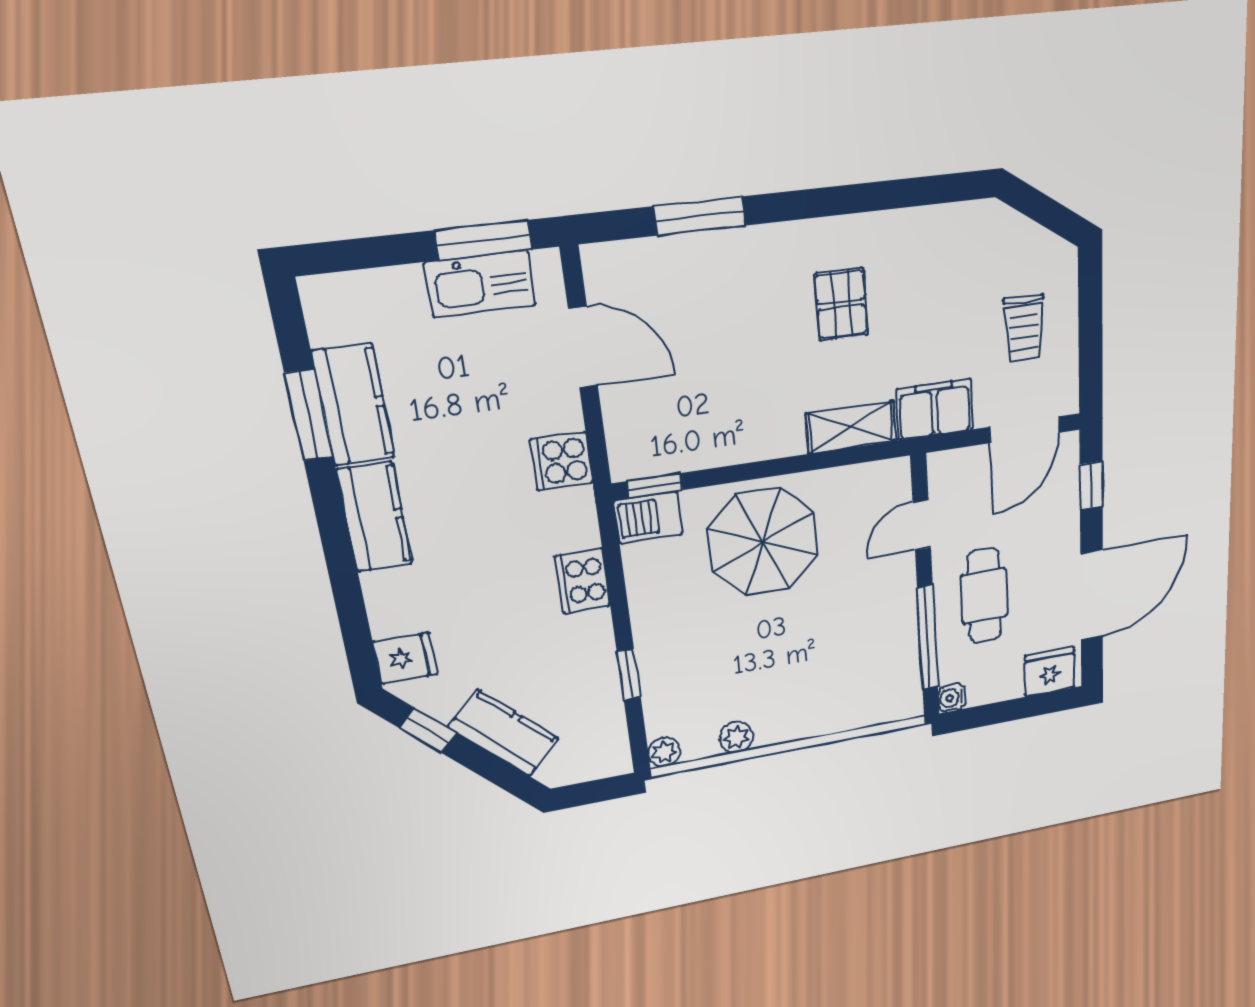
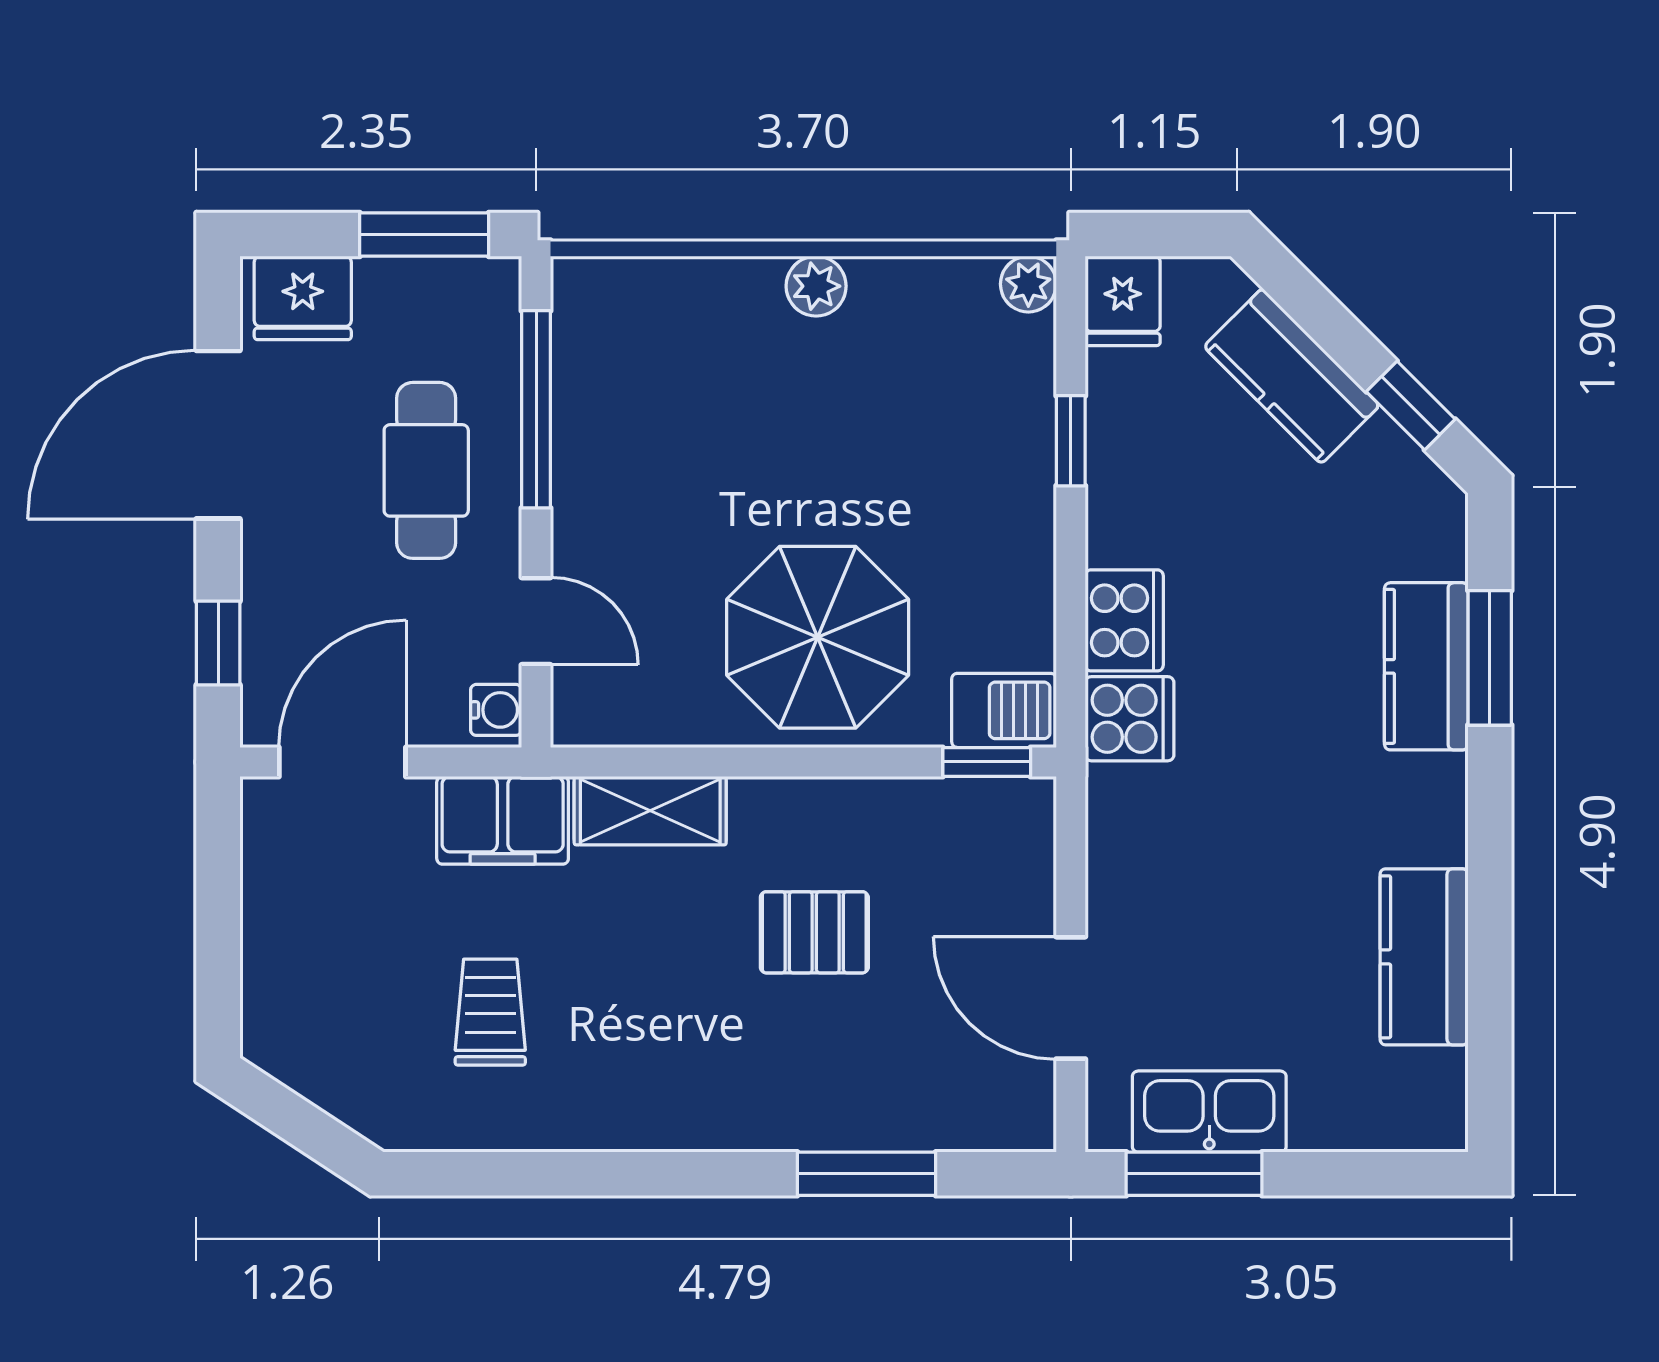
pallet: (841, 304) -> (814, 932), moved, turned 90
trolley: (1024, 328) -> (490, 1012), moved
window: (309, 415) -> (1490, 658), moved
cooker: (561, 461) -> (1129, 719), moved
kitchen counter: (375, 517) -> (1426, 666), moved
door: (922, 525) -> (536, 621), hinge flipped
fridge: (405, 658) -> (1123, 301), moved, turned -90
water cooler: (952, 698) -> (496, 710), moved
window: (989, 714) -> (424, 235), added
plant: (736, 737) -> (816, 286), moved

